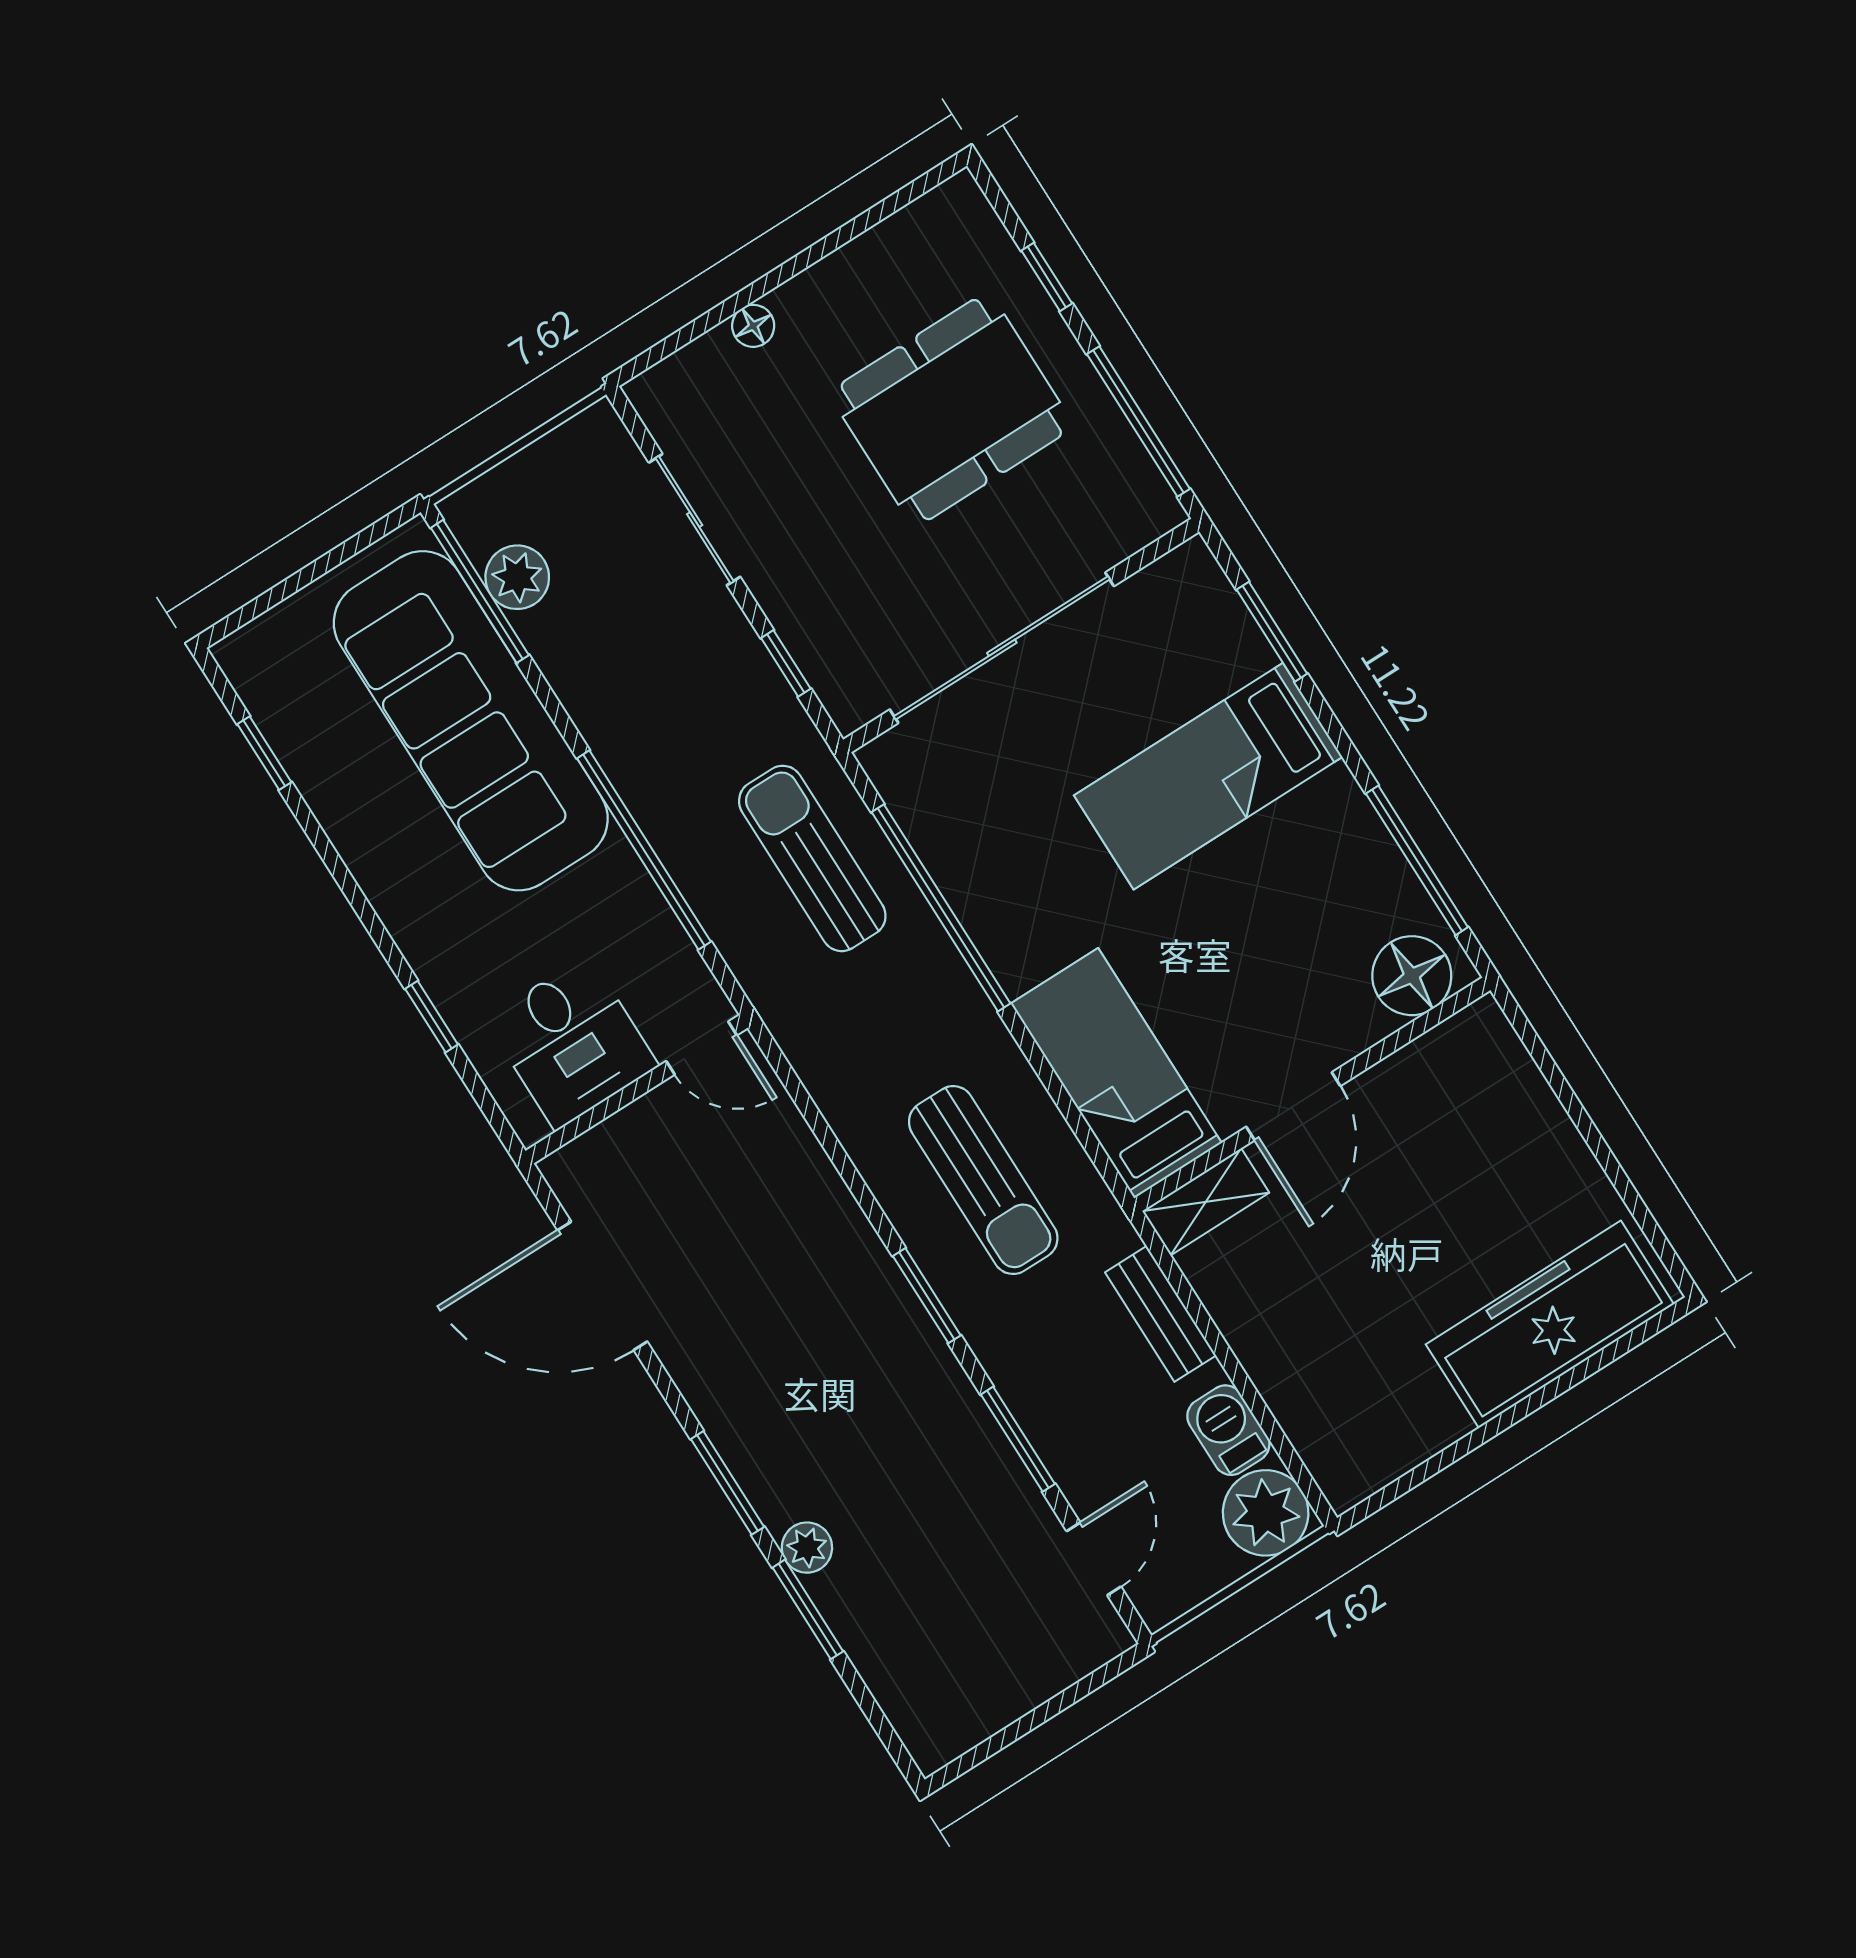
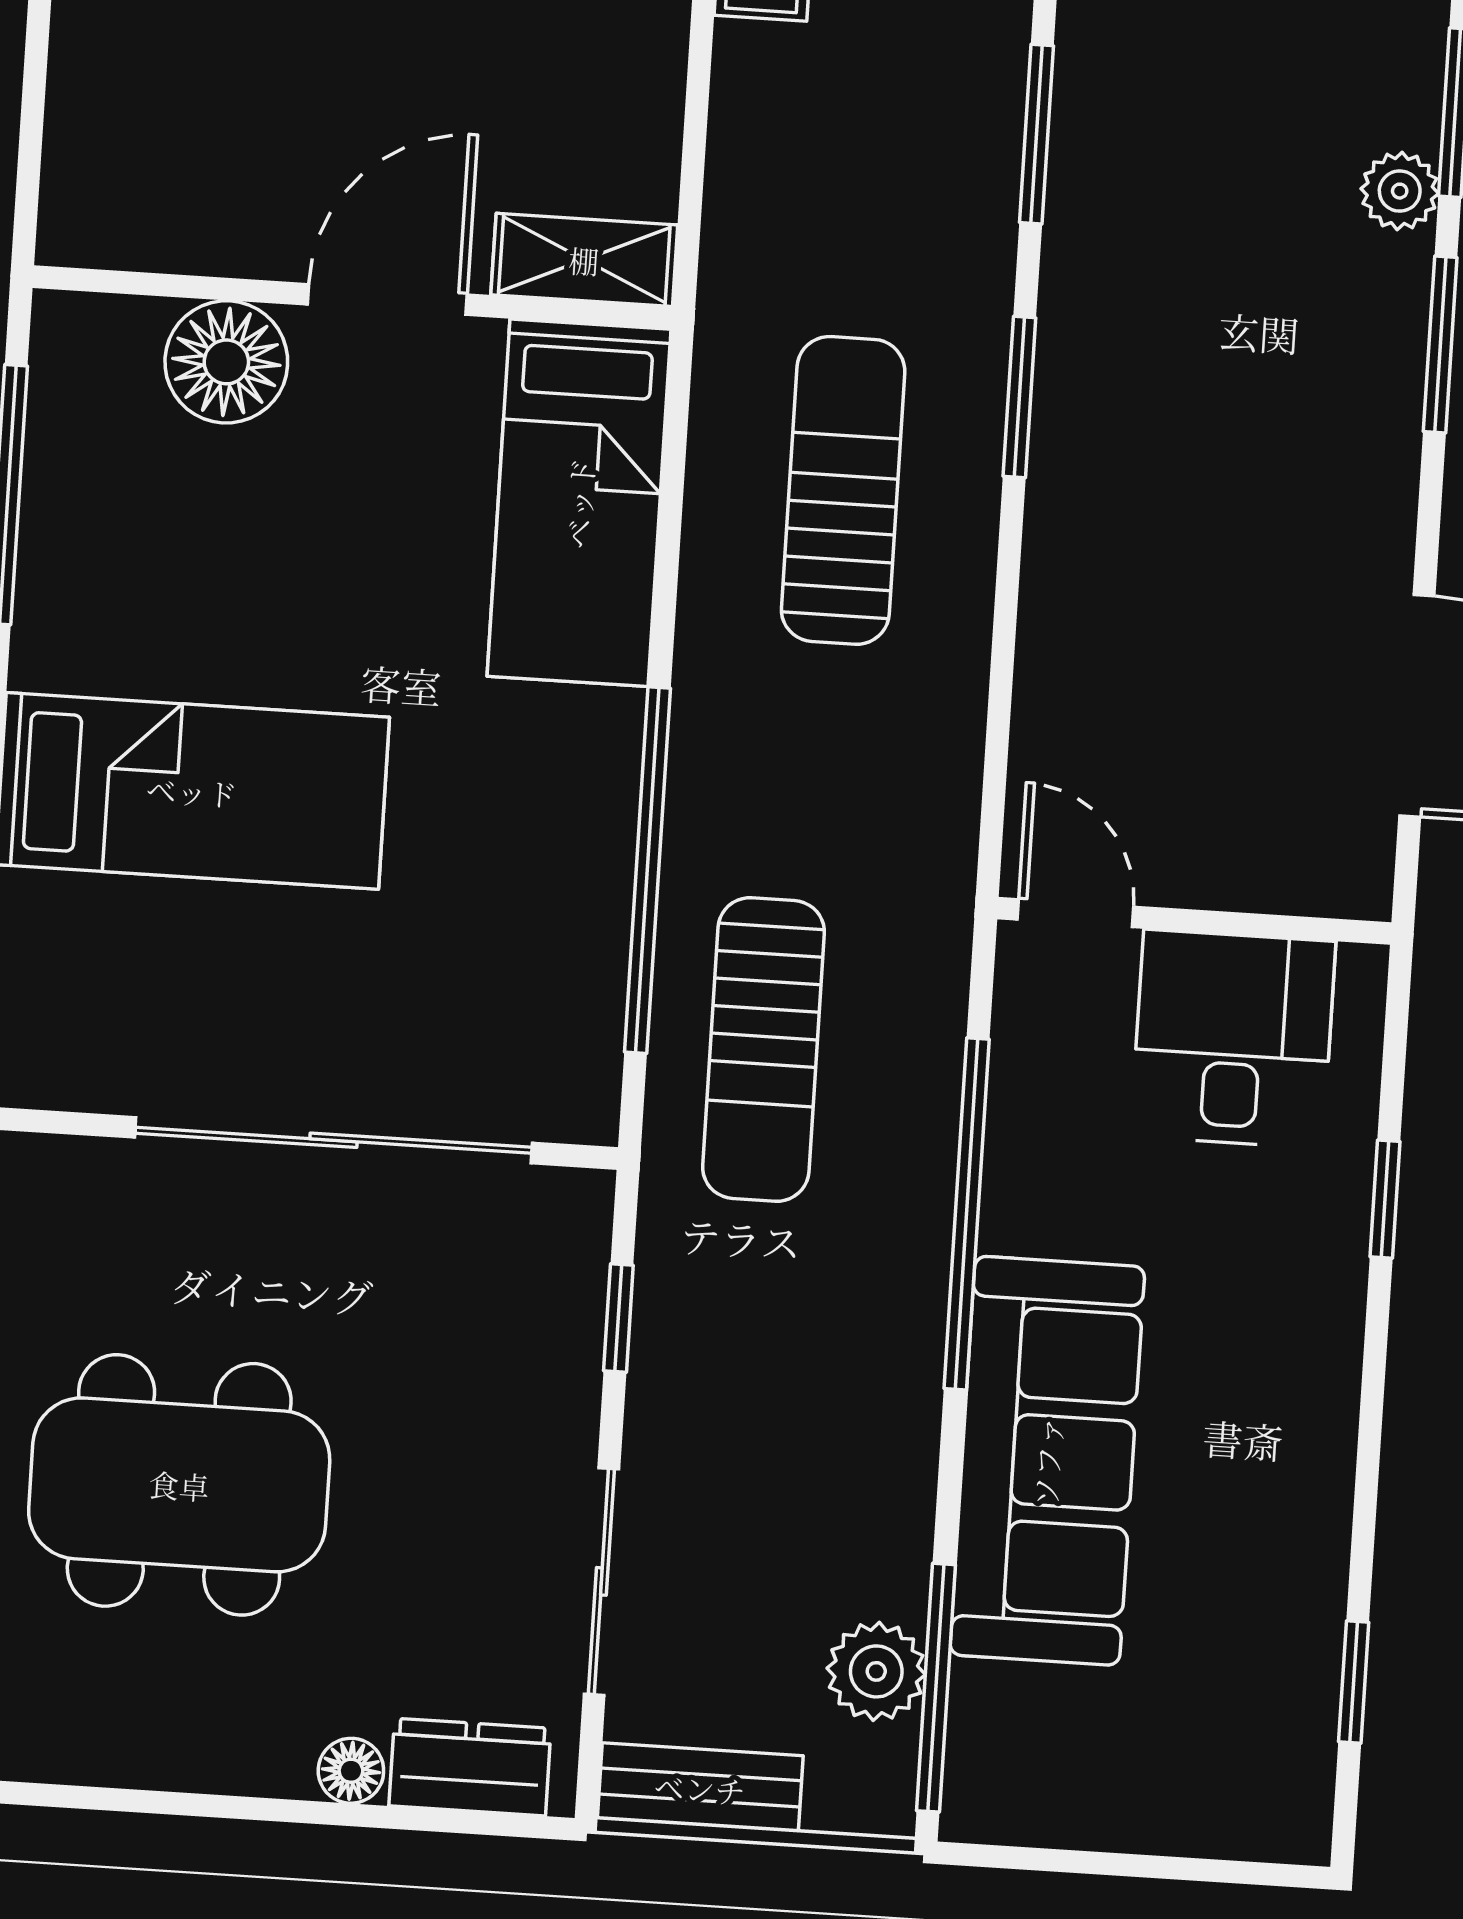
dresser: (693, 373) -> (470, 1767), added
sofa: (471, 721) -> (1047, 1461), width x0.74, depth x0.79
floor lamp: (1412, 976) -> (226, 362), moved
bench: (1161, 1314) -> (700, 1788), moved, turned 90

